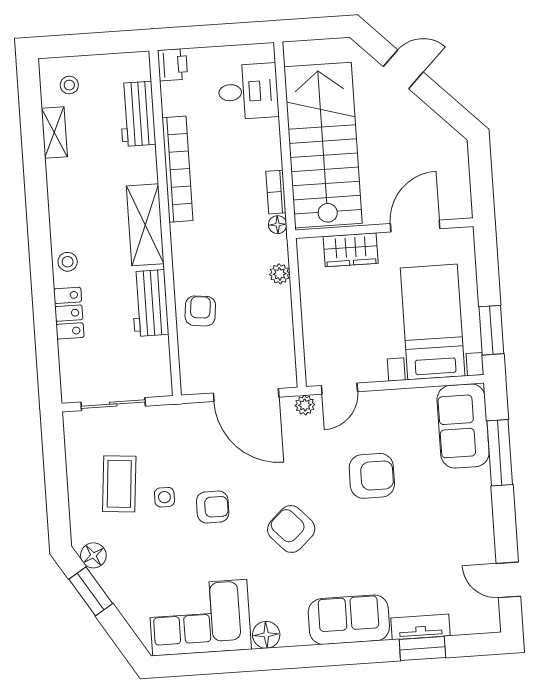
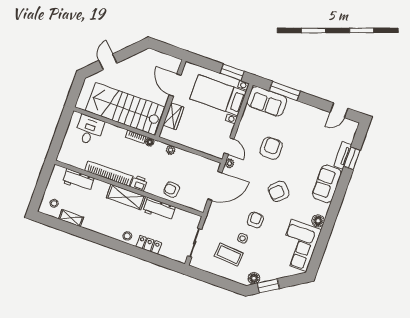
printer: (173, 65) -> (139, 183), moved

